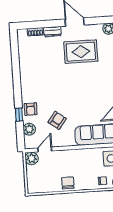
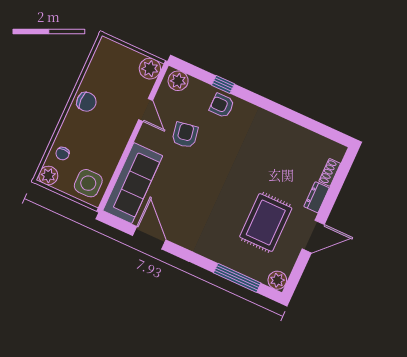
armchair: (57, 120) -> (185, 135), turned -137
plant: (29, 129) -> (178, 81), moved
door: (45, 149) -> (146, 110), moved

